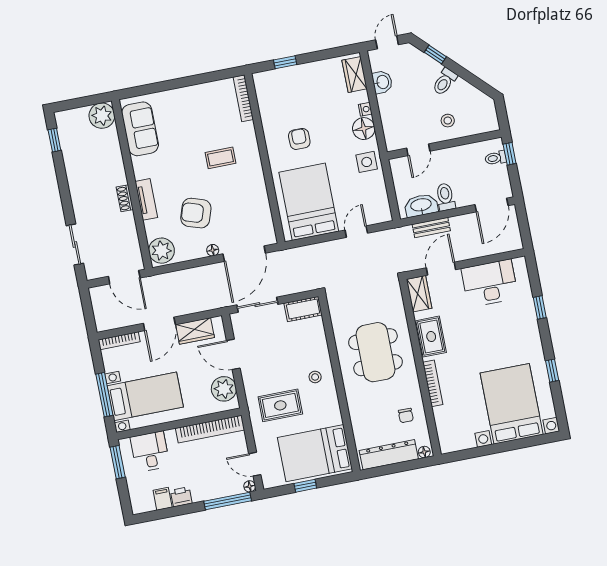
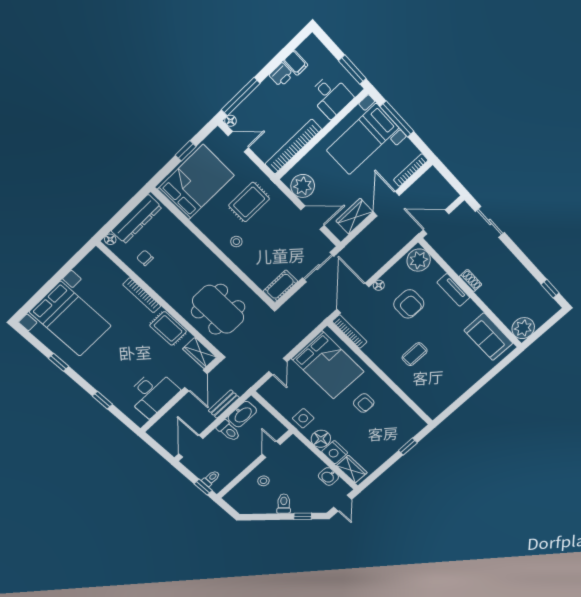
bookcase: (243, 98) -> (350, 332), moved
nightstand: (365, 109) -> (335, 452), width x1.89, depth x1.79
armchair: (196, 213) -> (409, 304), turned 72
dining table: (376, 352) -> (218, 309), moved

